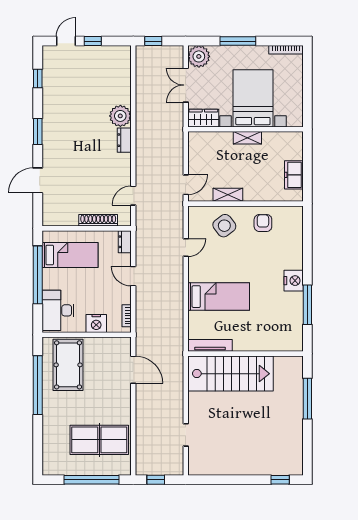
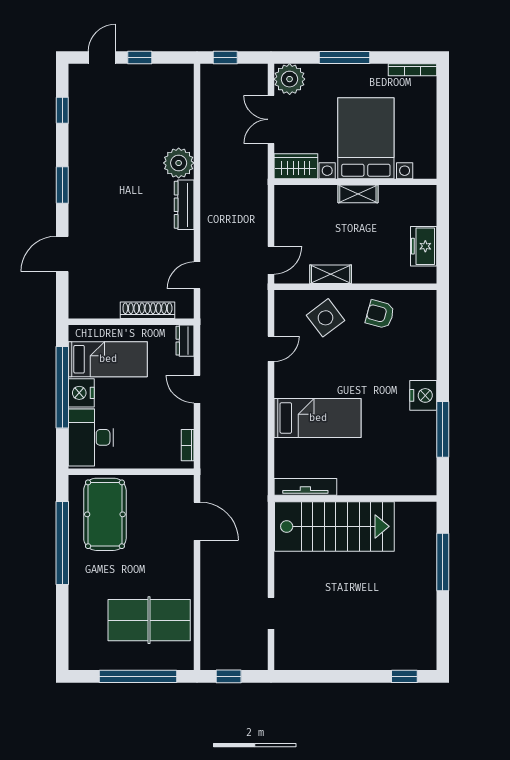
dresser: (124, 140) -> (184, 205), width x1.44
armchair: (263, 223) -> (380, 314), turned -75
nightstand: (96, 323) -> (81, 393), moved, turned 90

